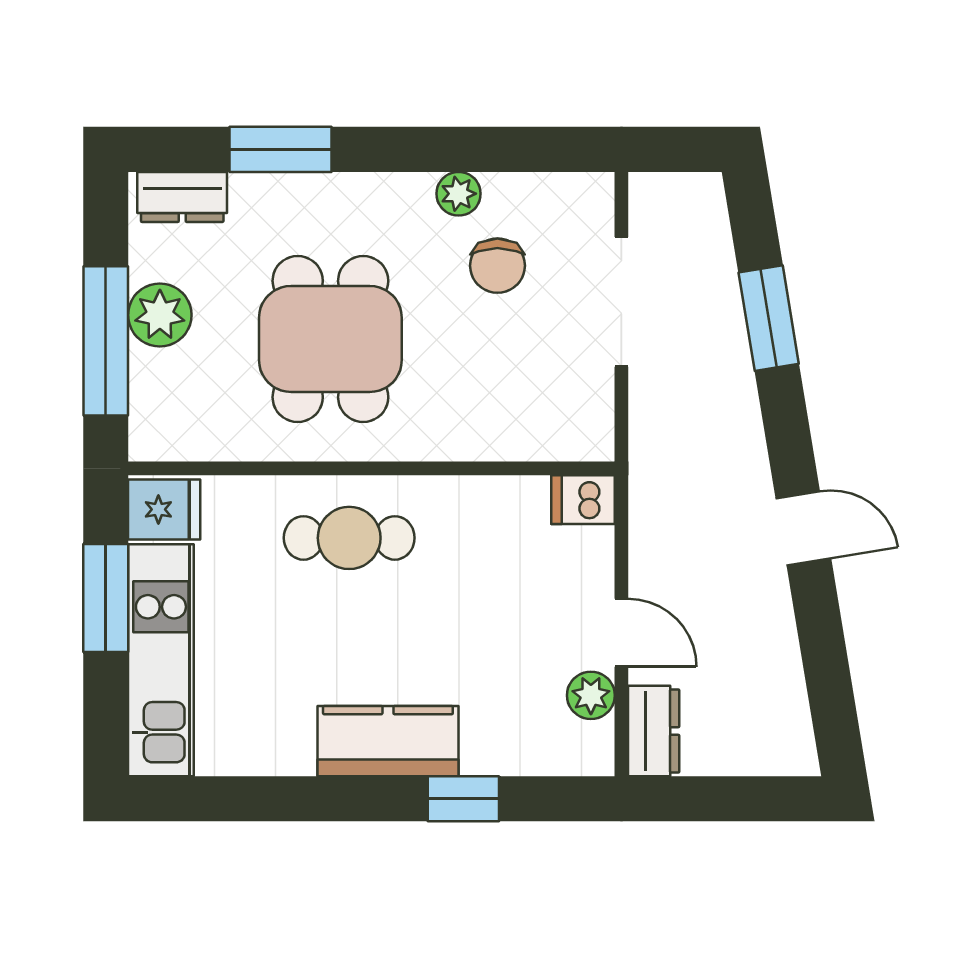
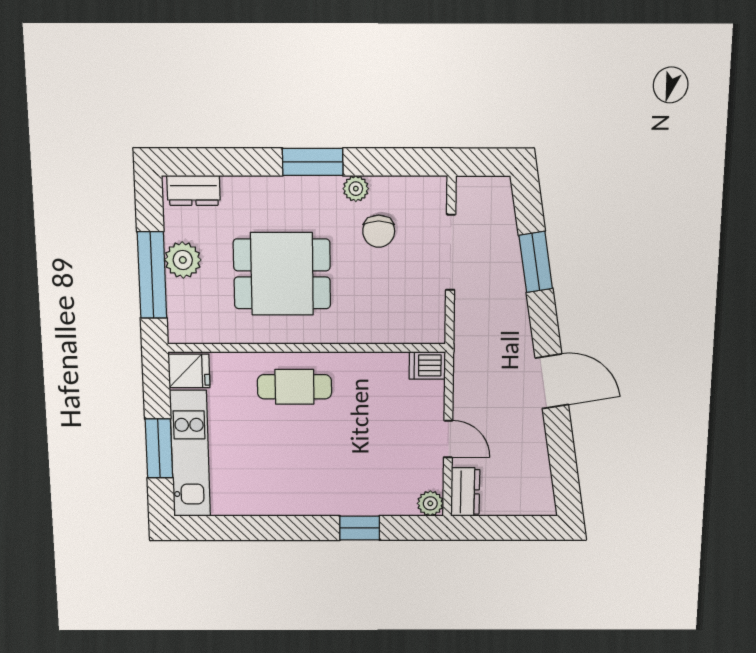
window: (281, 149) -> (313, 162), moved
dining table: (330, 339) -> (282, 274), turned 90
door: (803, 528) -> (552, 381), width x1.37
window: (106, 598) -> (159, 448), moved
plant: (591, 695) -> (430, 503), moved
kitchen counter: (388, 741) -> (318, 497), removed

